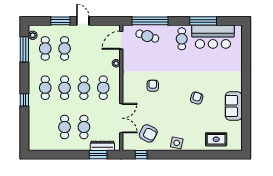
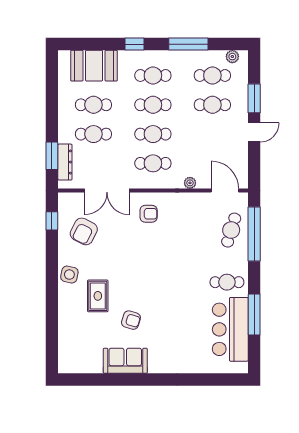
window: (24, 49) -> (188, 44), moved
armchair: (153, 86) -> (149, 214), moved
armchair: (197, 98) -> (131, 320), moved
booth: (39, 127) -> (94, 66), added
rug: (216, 139) -> (98, 296), moved

